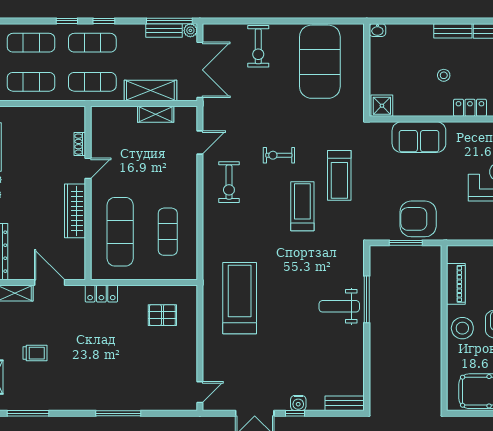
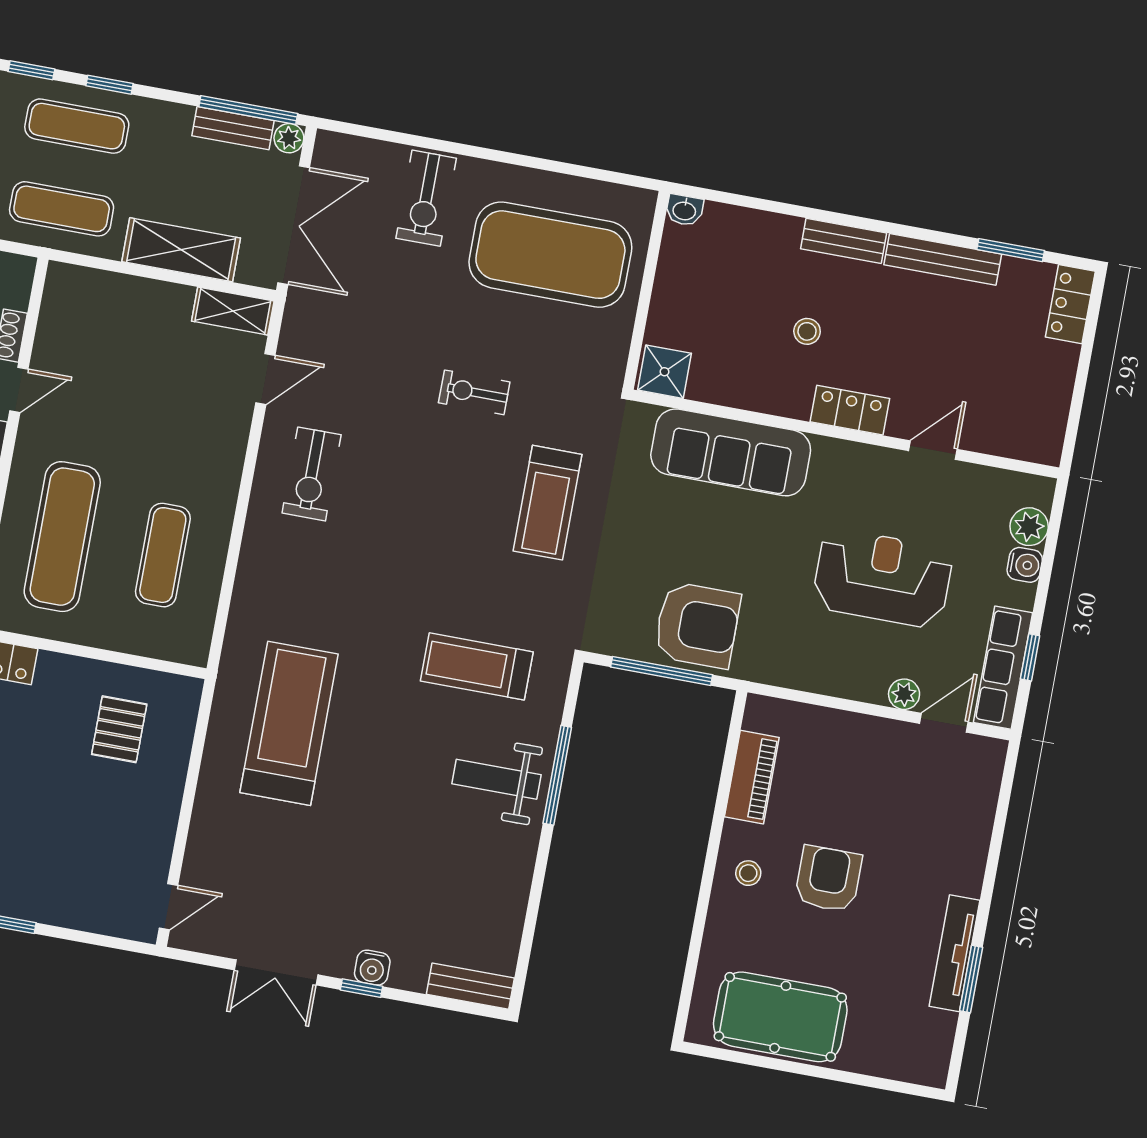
exercise mat: (320, 62) -> (550, 255), turned 90
shelving: (156, 114) -> (233, 311), moved
sofa: (419, 137) -> (731, 452), width x1.36
exercise bike: (279, 155) -> (474, 392), moved
treadmill: (302, 206) -> (477, 666), moved, turned -90
armchair: (418, 219) -> (697, 625), turned 180
window: (406, 243) -> (662, 671), width x1.44
pallet: (162, 315) -> (119, 729), turned 90
stool: (462, 328) -> (748, 873), width x0.53, depth x0.53

